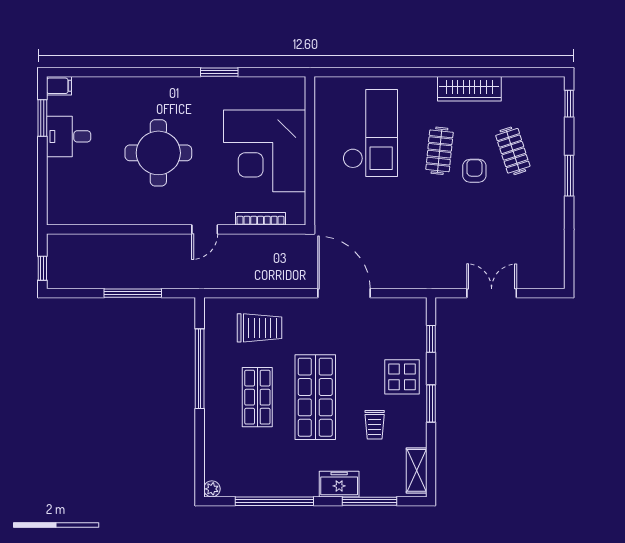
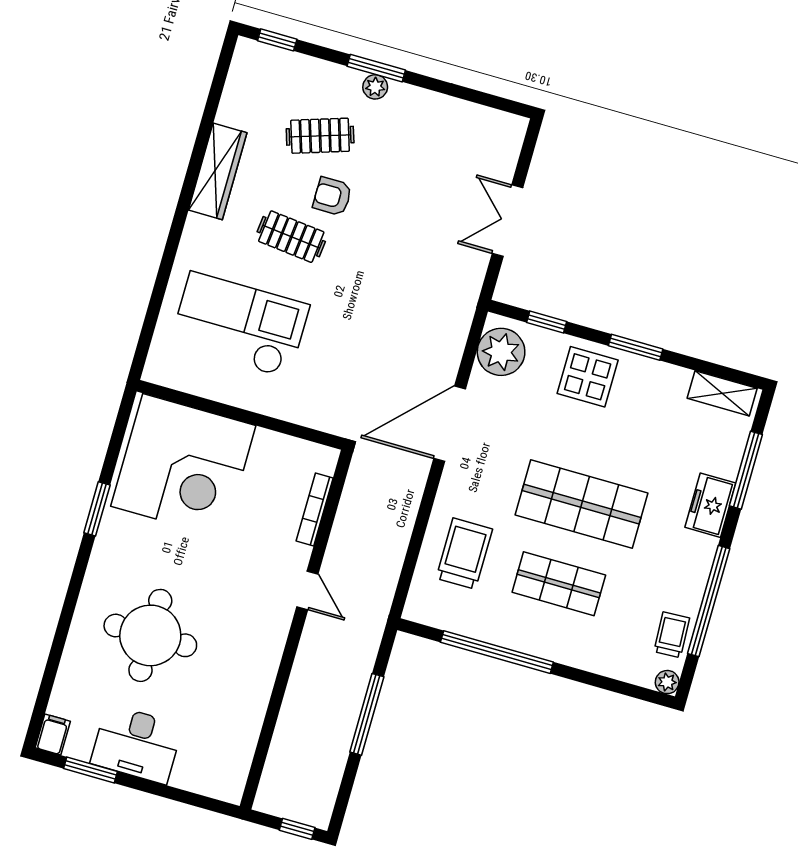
desk: (69, 136) -> (137, 744), width x1.37
corner desk: (265, 151) -> (183, 466), moved
round table: (158, 153) -> (150, 635), moved
plant: (556, 179) -> (375, 87), added
plant: (402, 314) -> (501, 352), added
trolley: (375, 425) -> (672, 635), moved, turned -93

